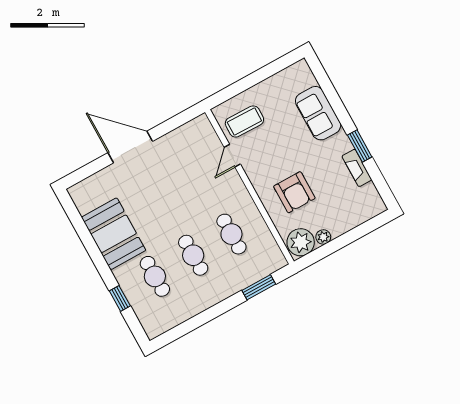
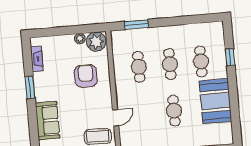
fireplace: (357, 168) -> (37, 59), moved
cafe table: (162, 198) -> (174, 111), added

